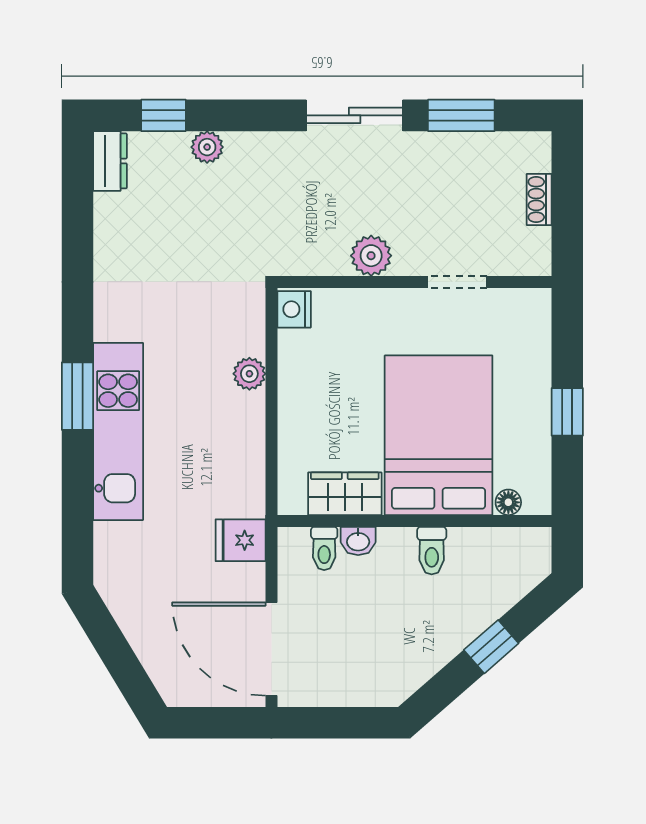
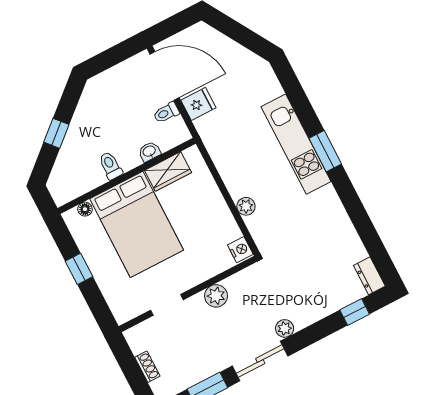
plant: (207, 147) -> (285, 328), moved
fridge: (241, 540) -> (198, 104), moved
toilet: (324, 548) -> (166, 113), moved, turned -90

